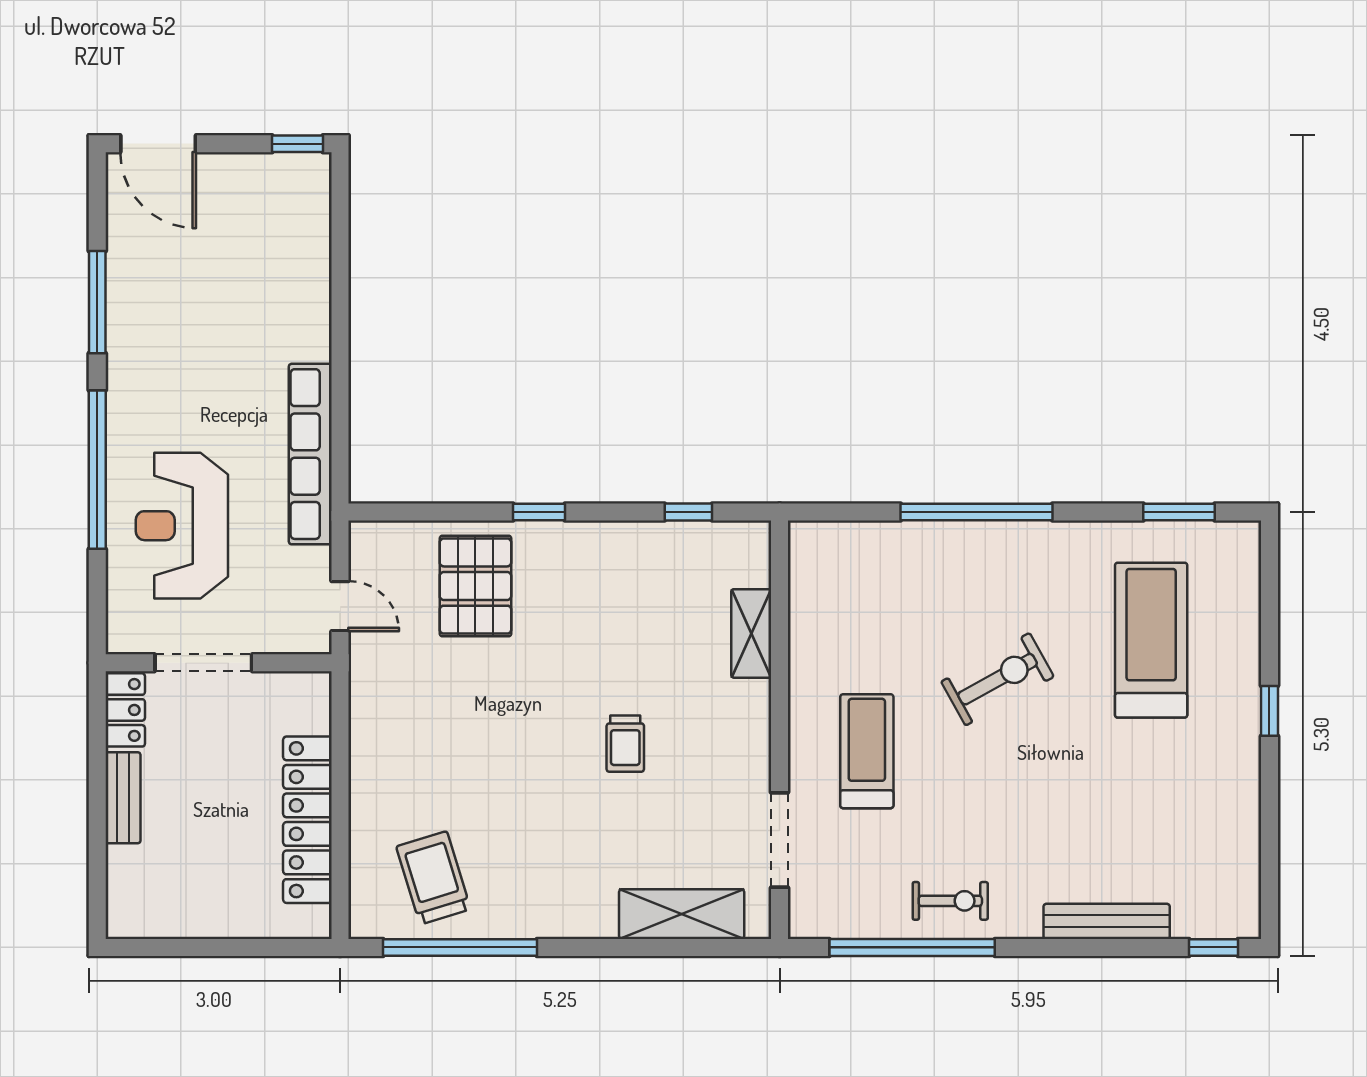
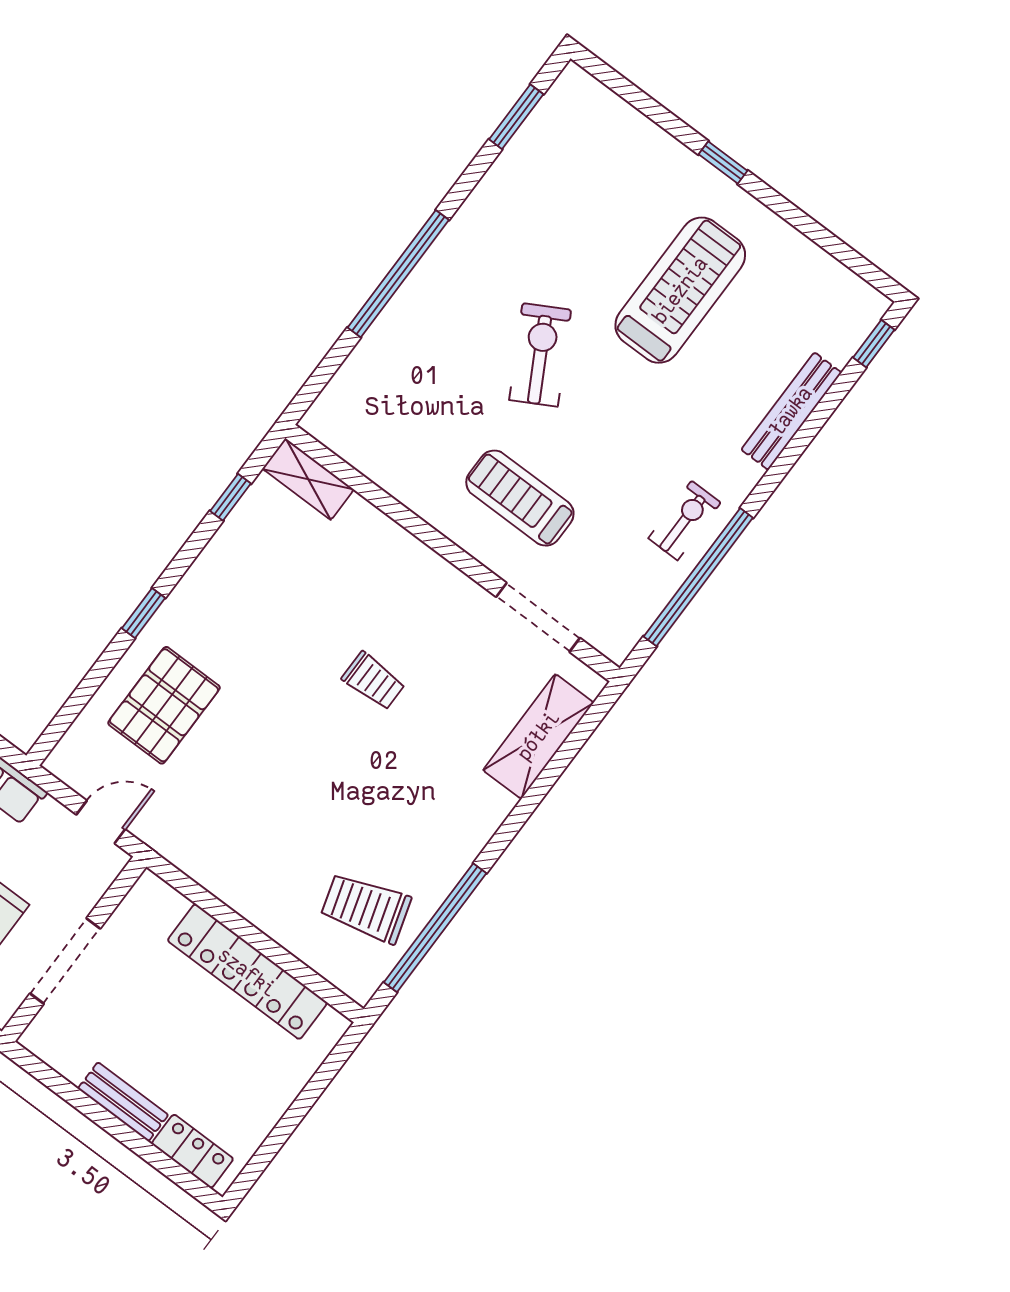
pallet: (475, 586) -> (164, 705), turned 90
shelving: (751, 633) -> (308, 479), moved
treadmill: (1151, 640) -> (680, 290), moved, turned 90
locker: (125, 710) -> (192, 1151), moved

